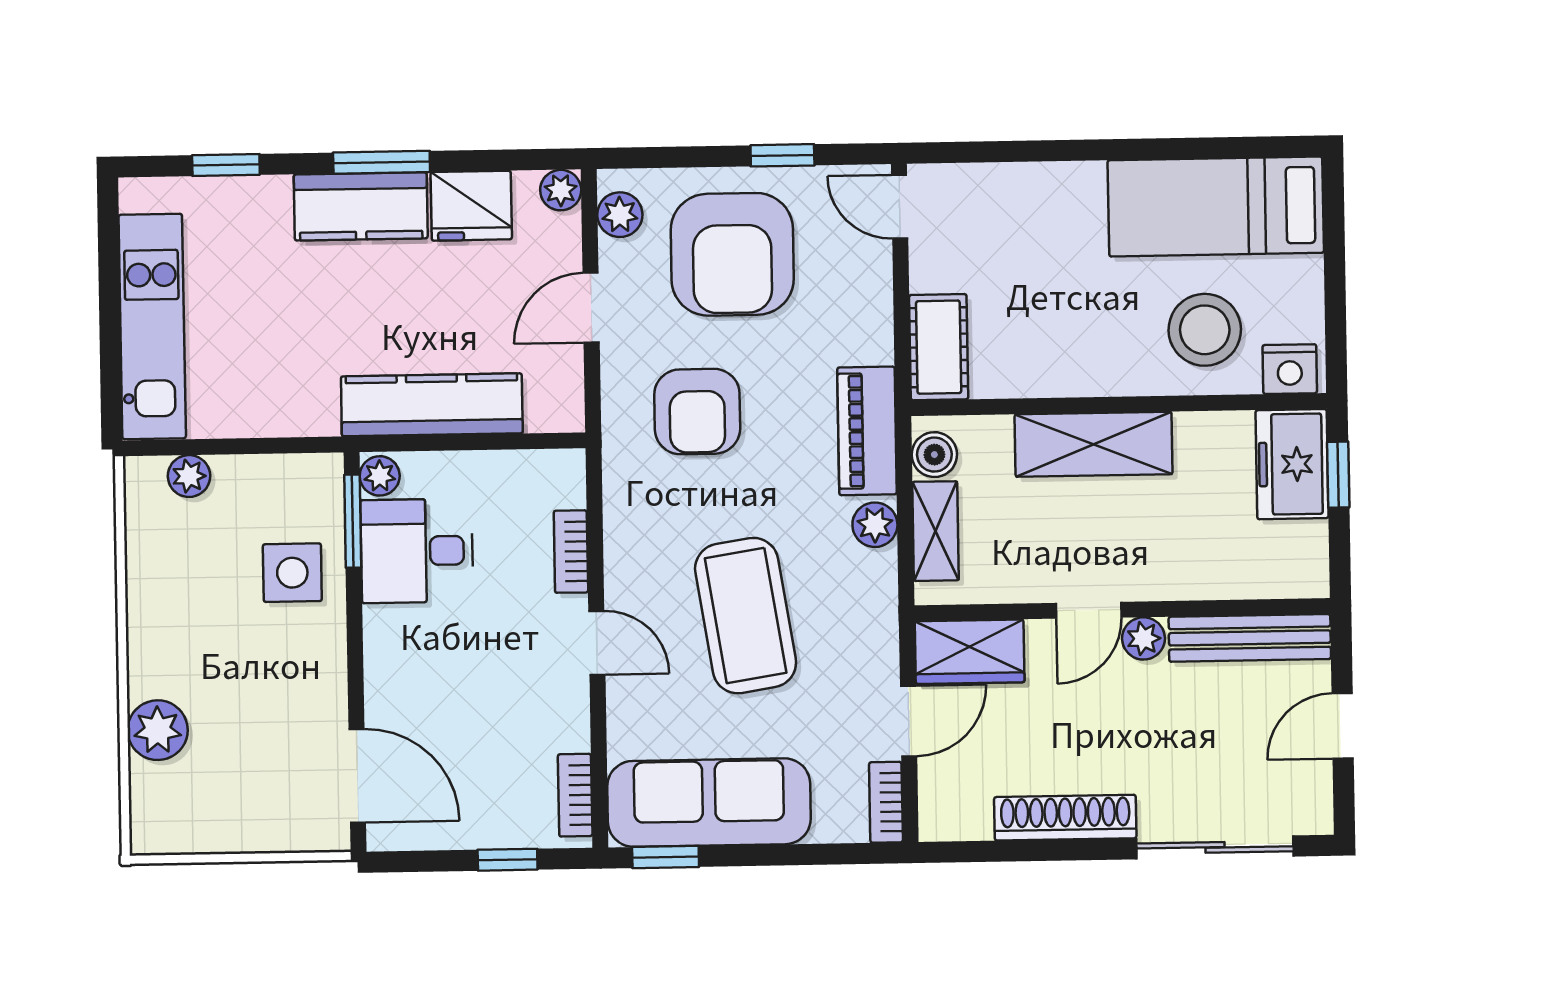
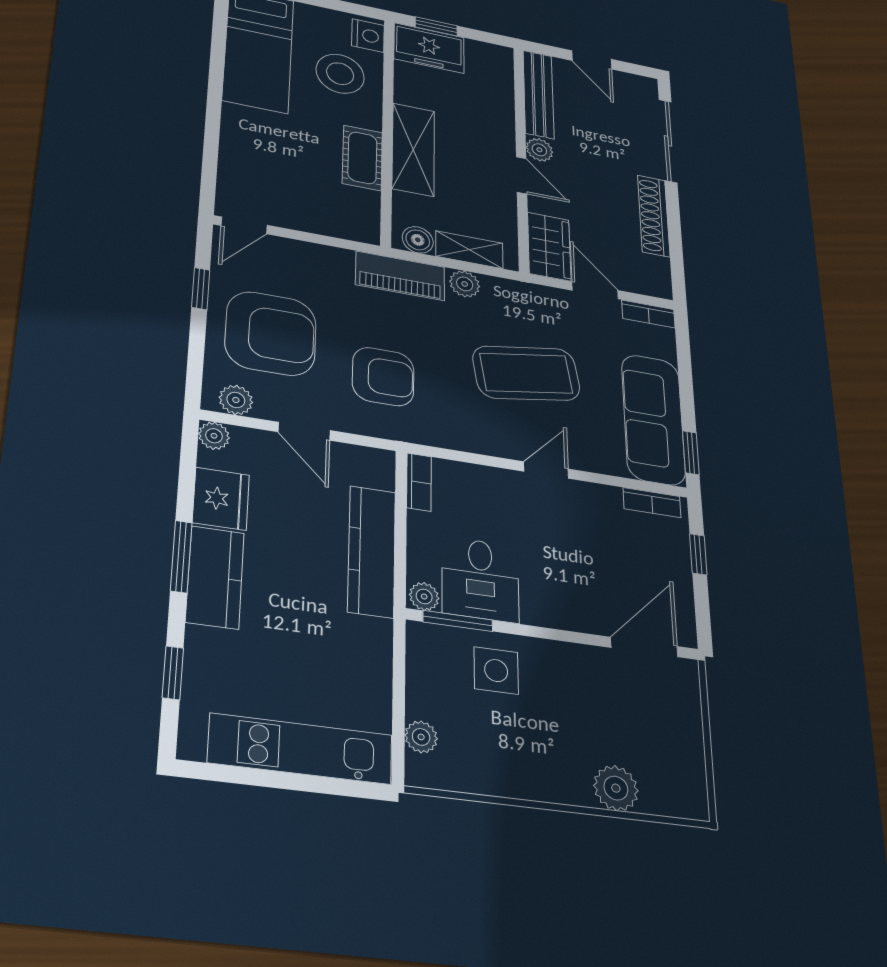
cot: (939, 347) -> (362, 158), moved, turned 90
bookcase: (571, 552) -> (419, 482), moved, turned -90

